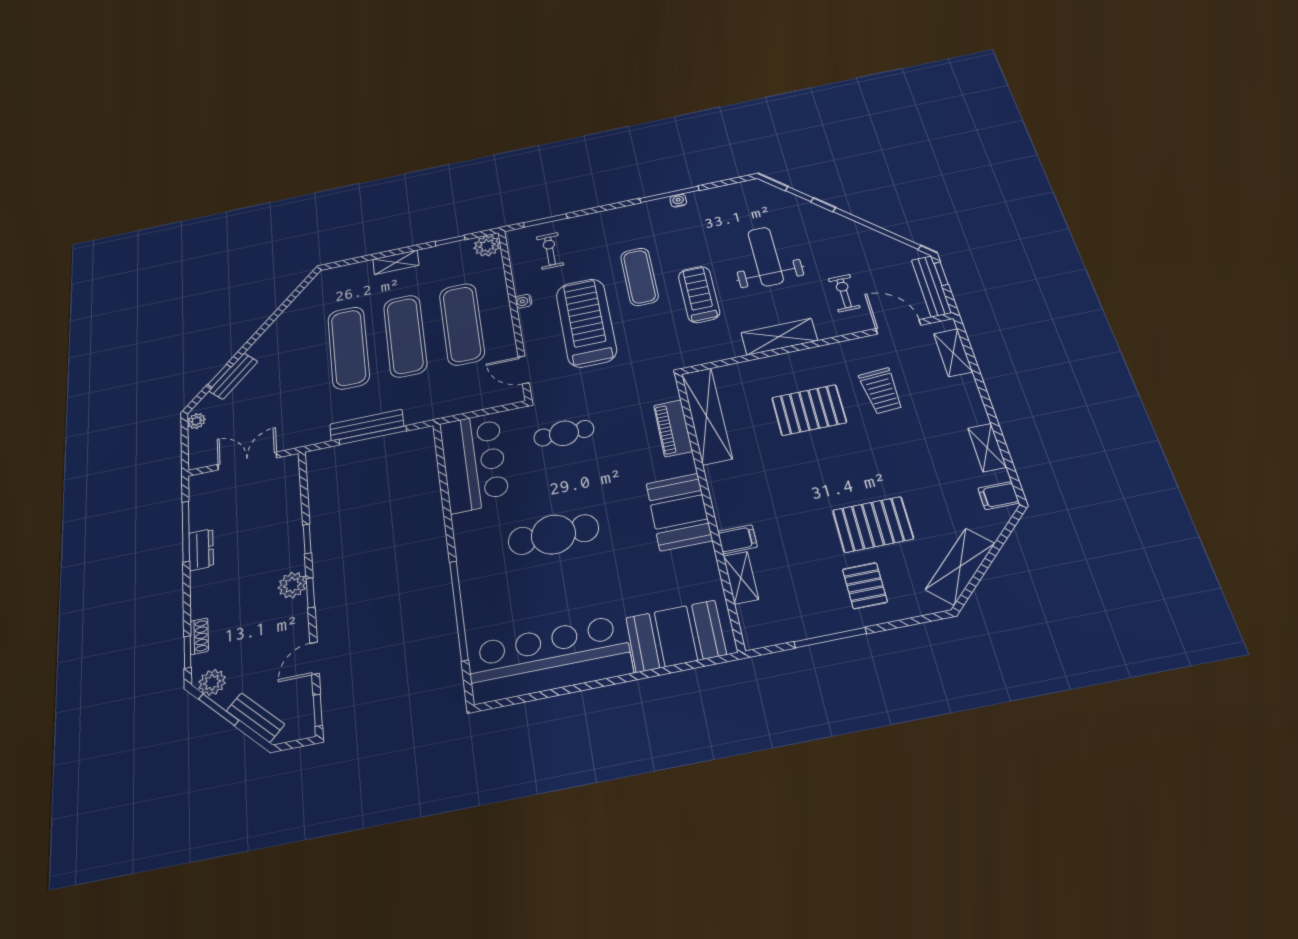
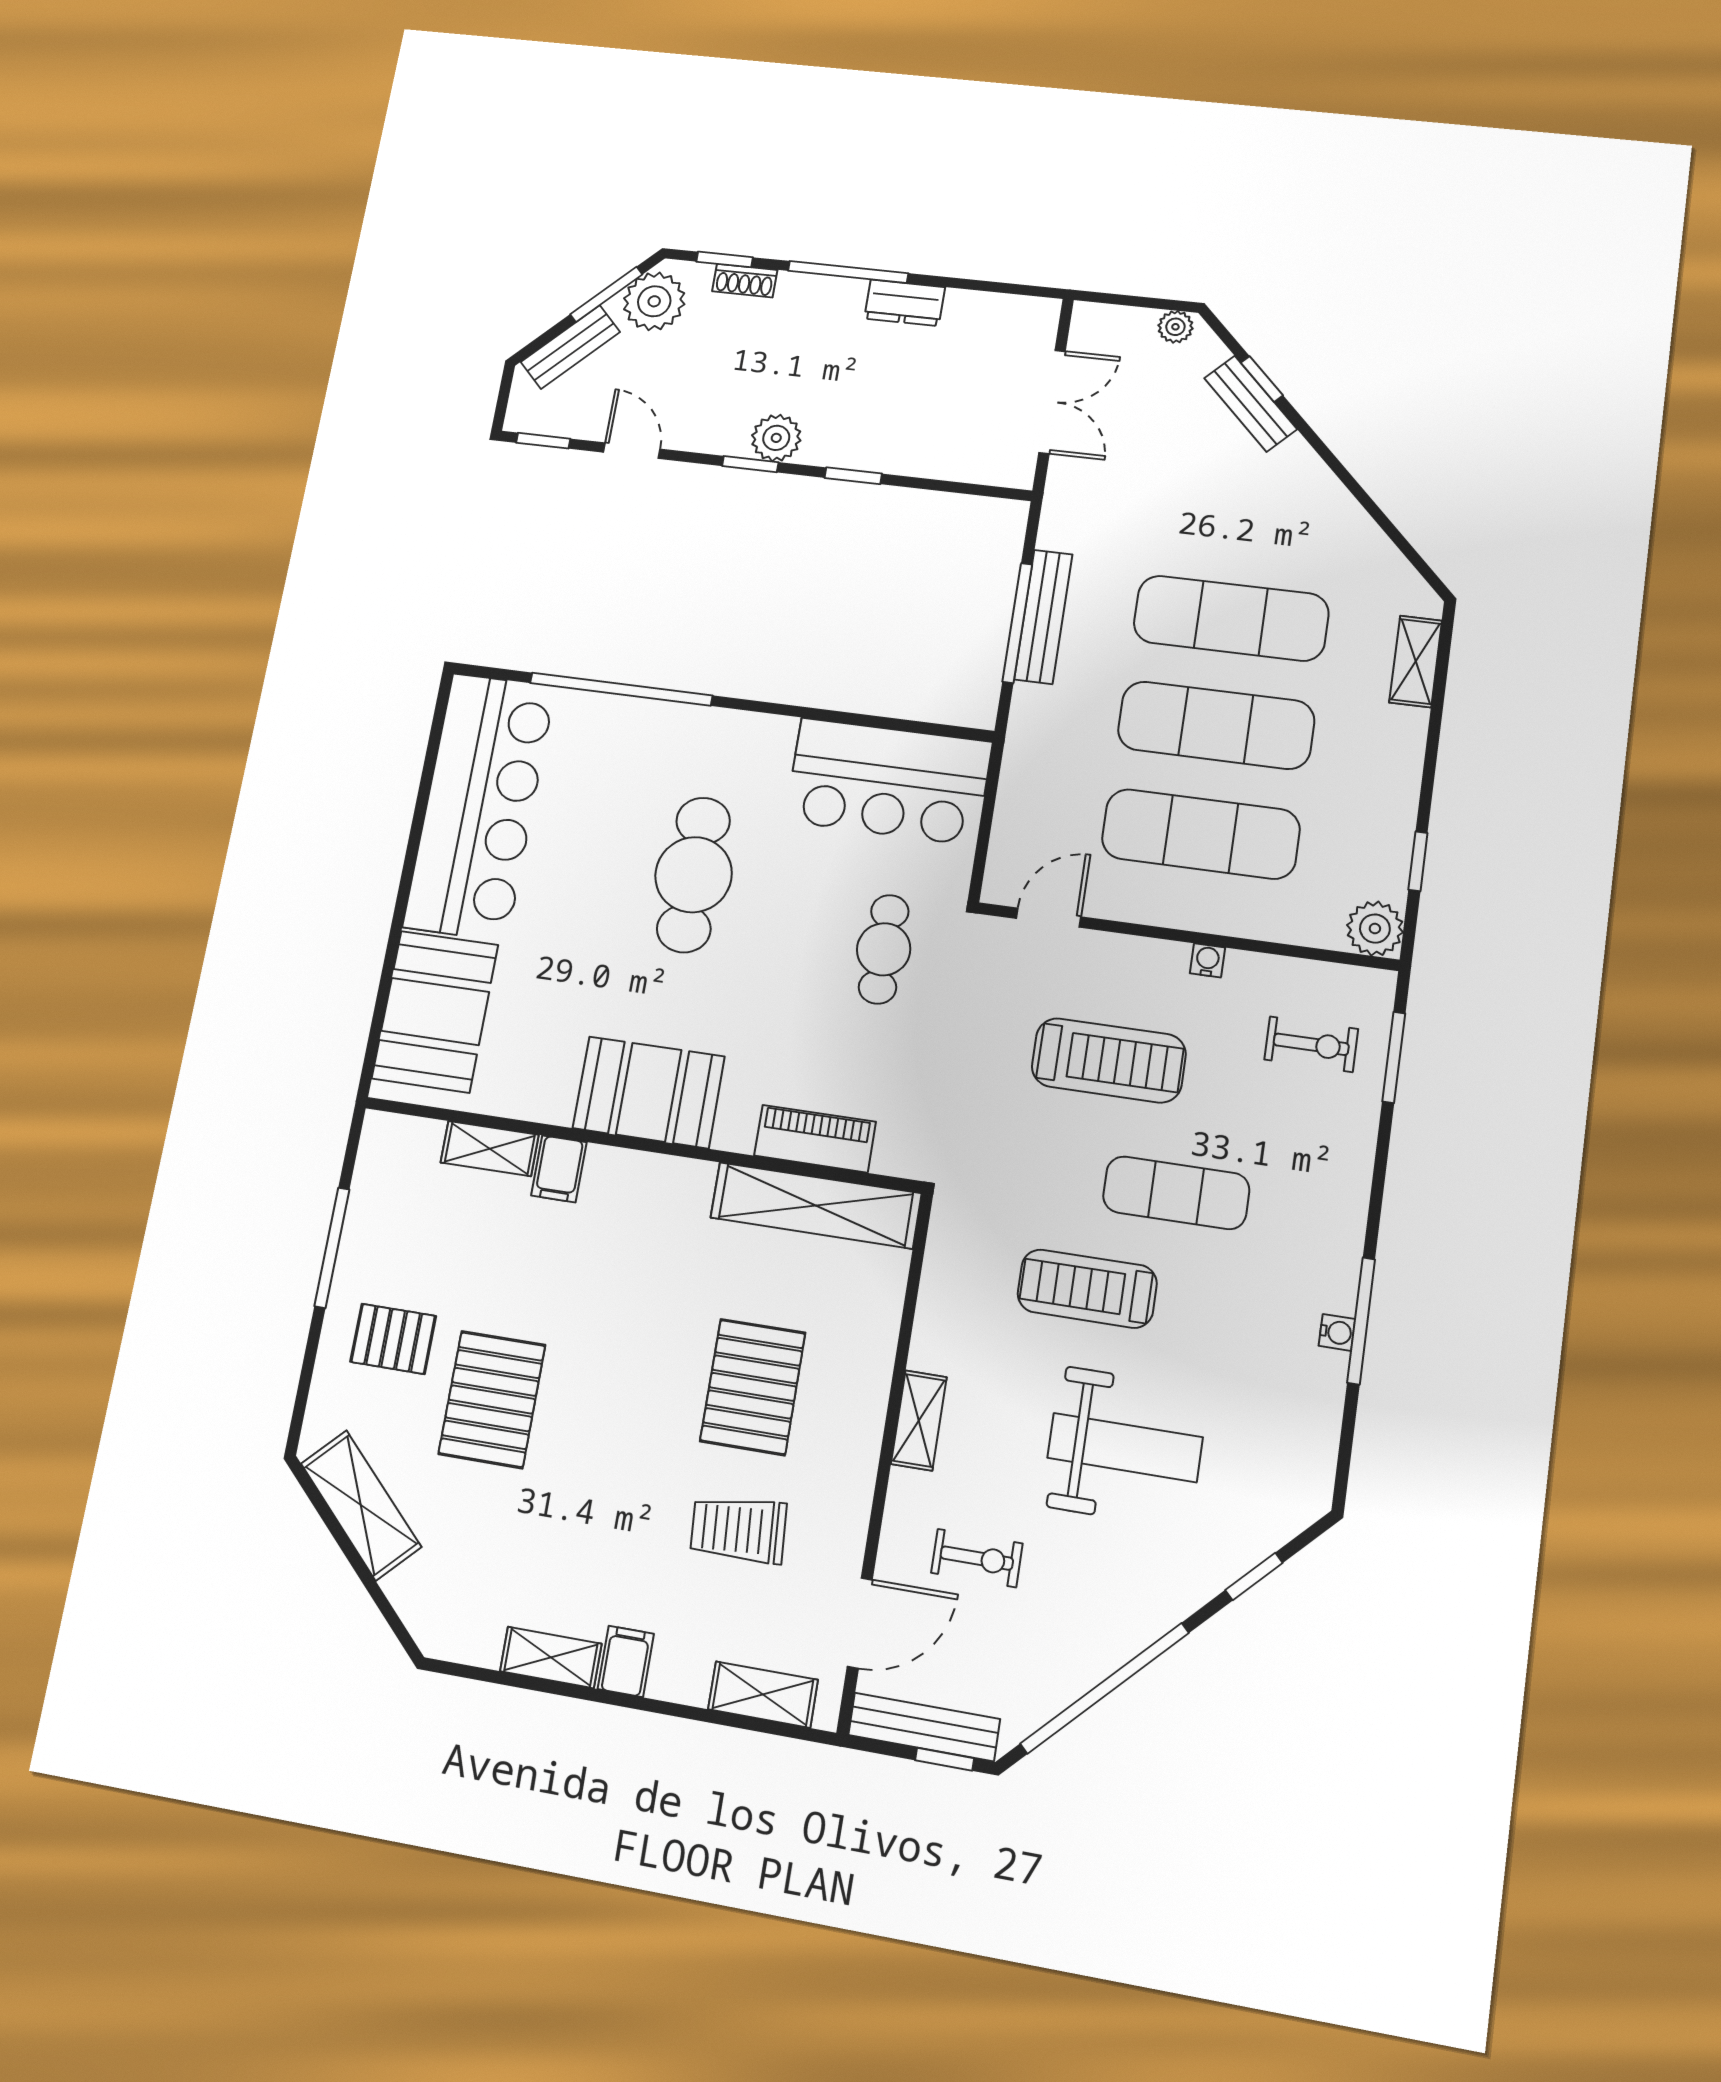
shelving: (396, 262) -> (1416, 662), moved
treadmill: (699, 294) -> (1087, 1289), turned 180
treadmill: (586, 323) -> (1109, 1060), width x0.73, depth x0.73
shelving: (779, 337) -> (919, 1420), width x0.67, depth x0.75
filing cabinet: (998, 496) -> (626, 1661), moved
window: (186, 531) -> (848, 272), moved
plant: (212, 682) -> (654, 301), width x1.36, depth x1.36

